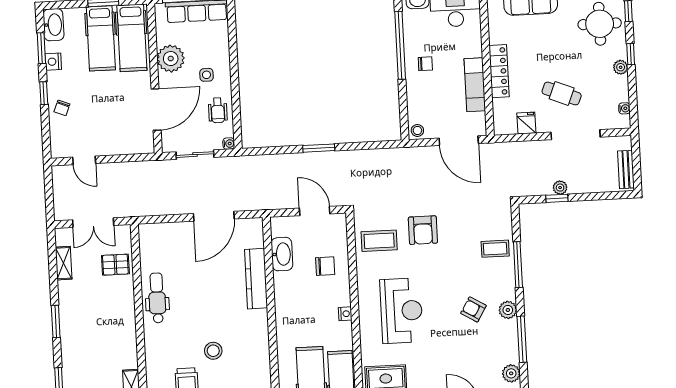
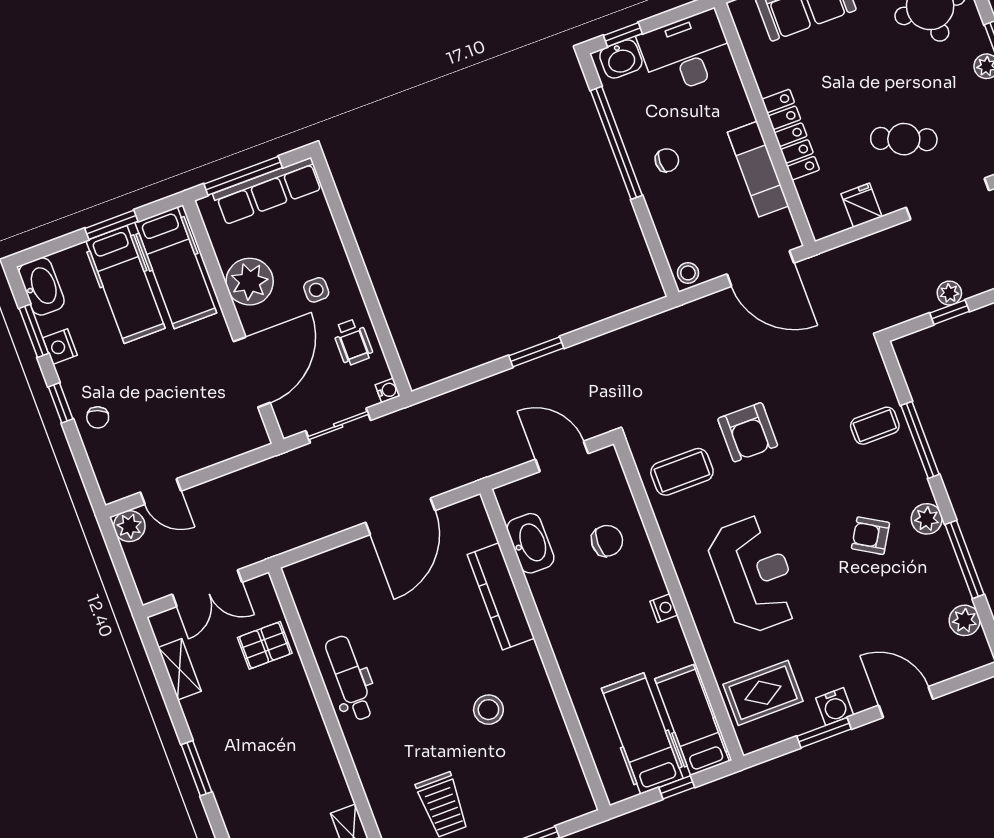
plant: (61, 174) -> (129, 526), added
stool: (213, 351) -> (488, 710), moved

